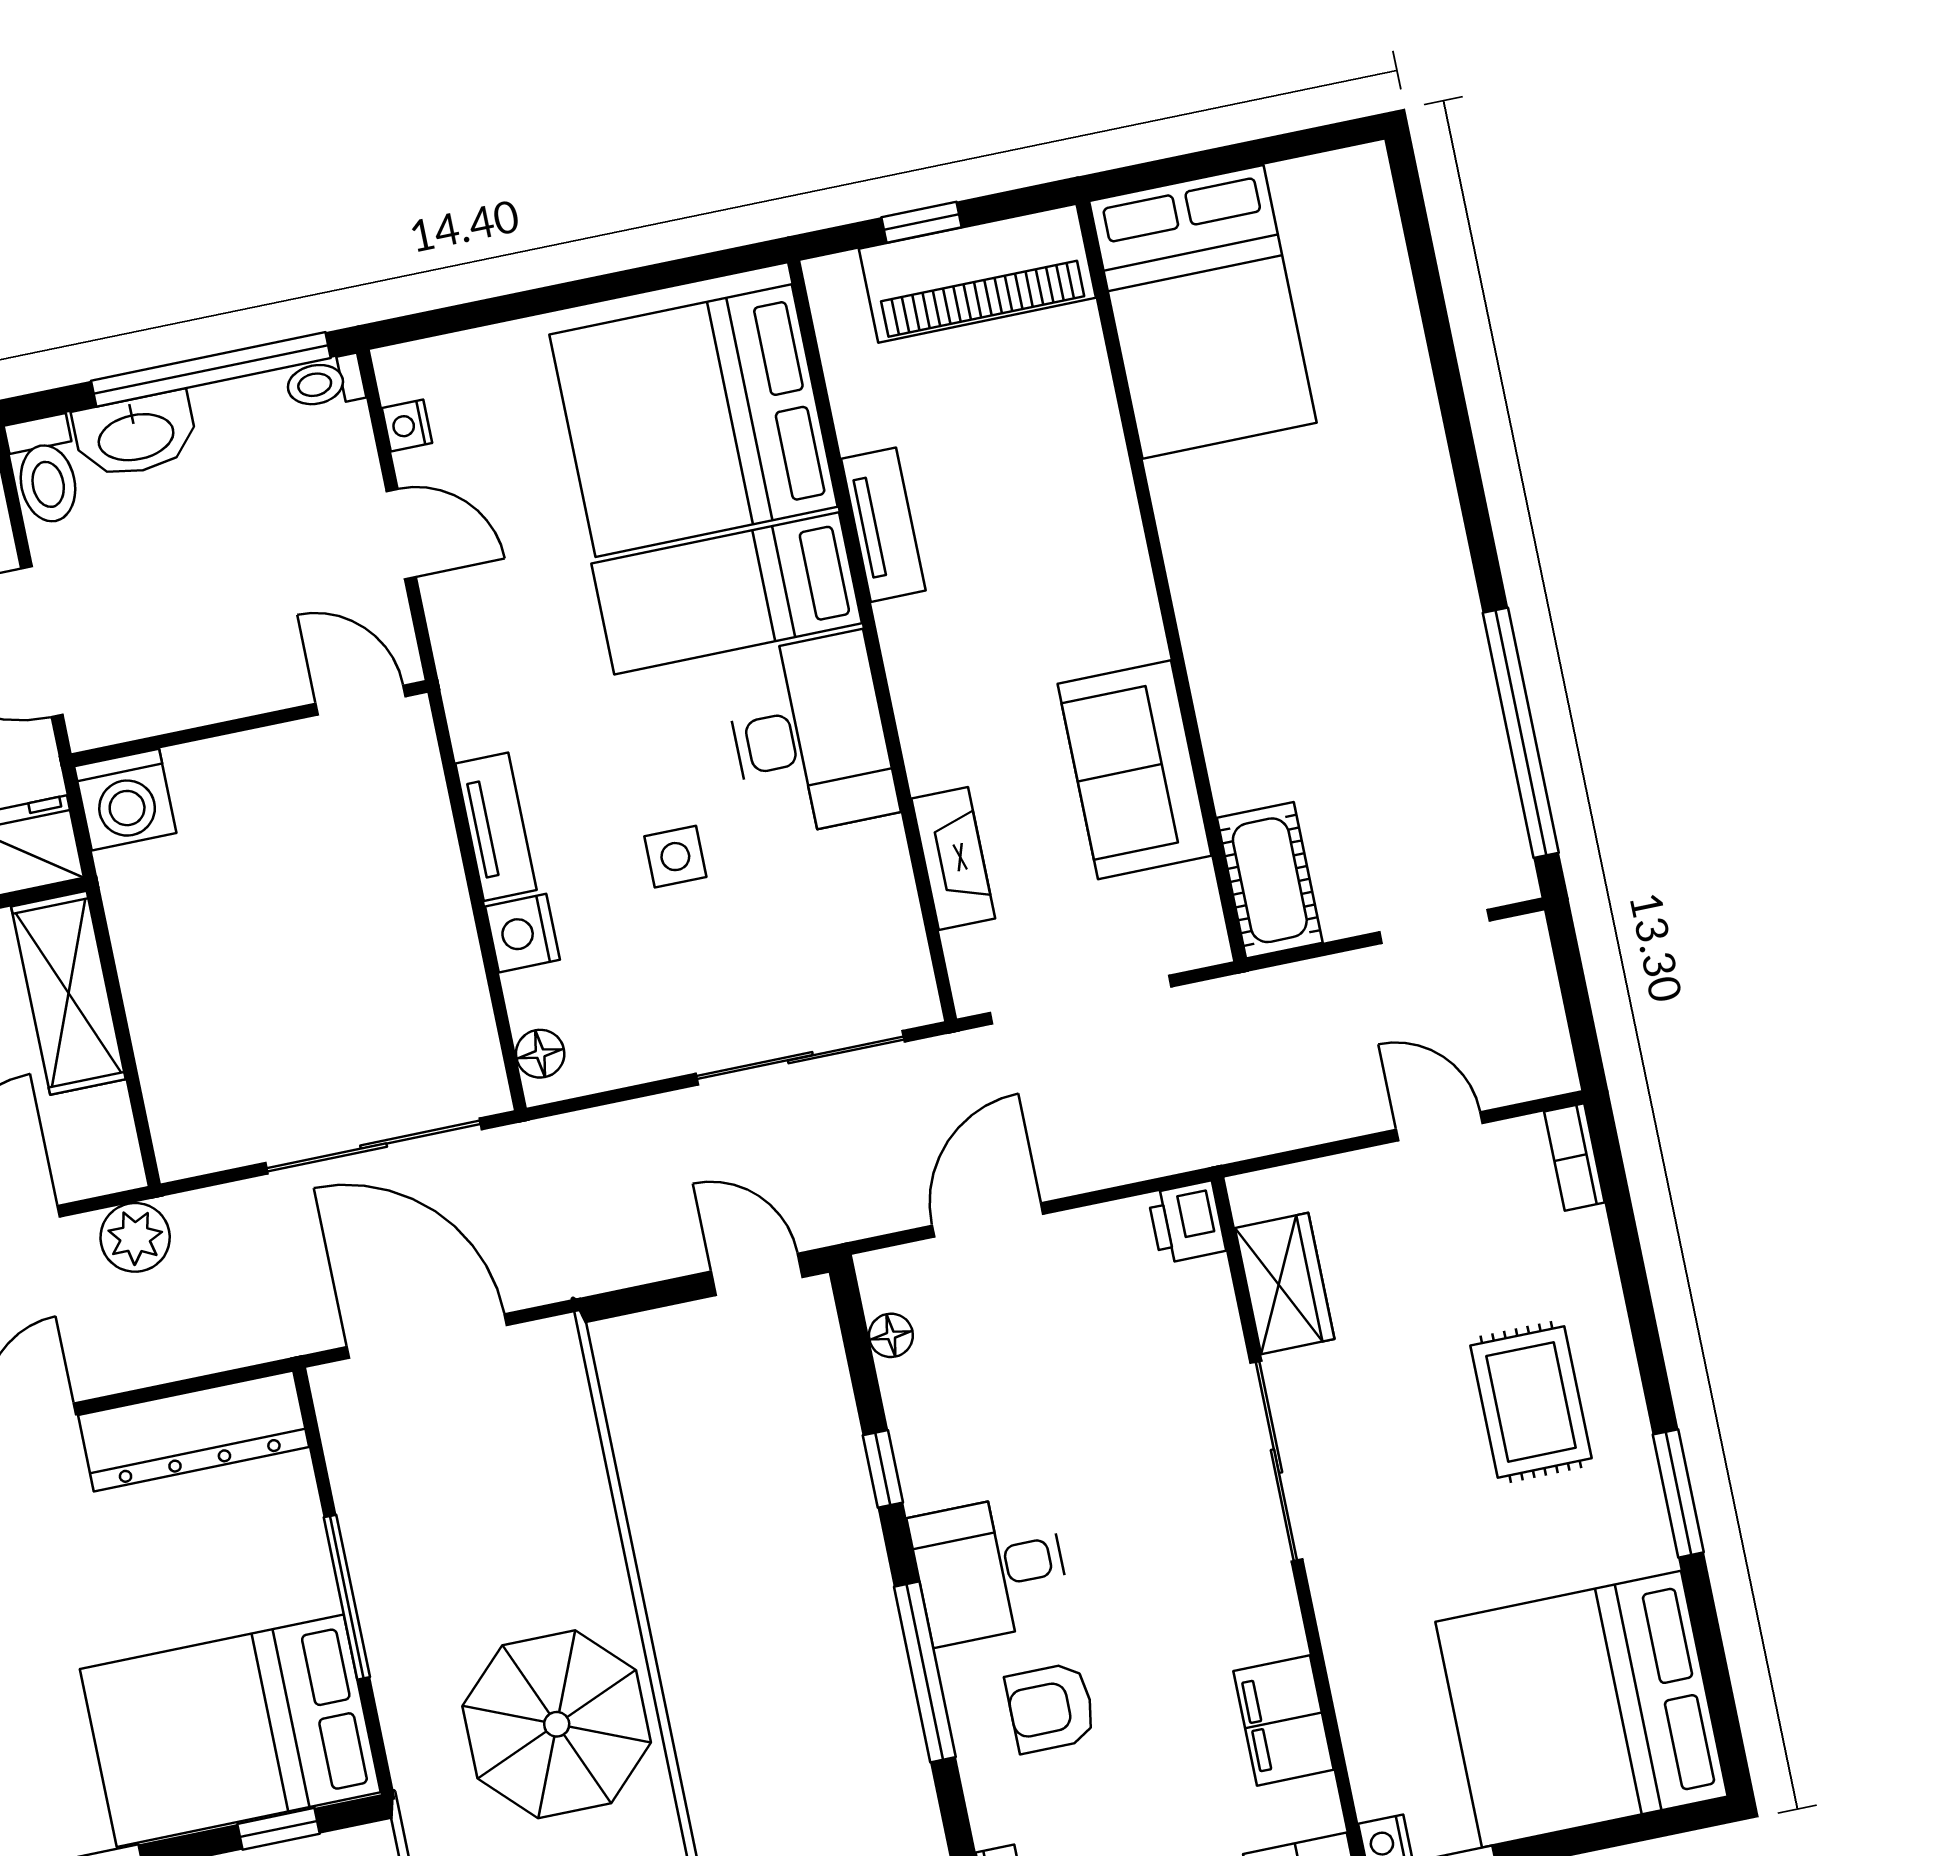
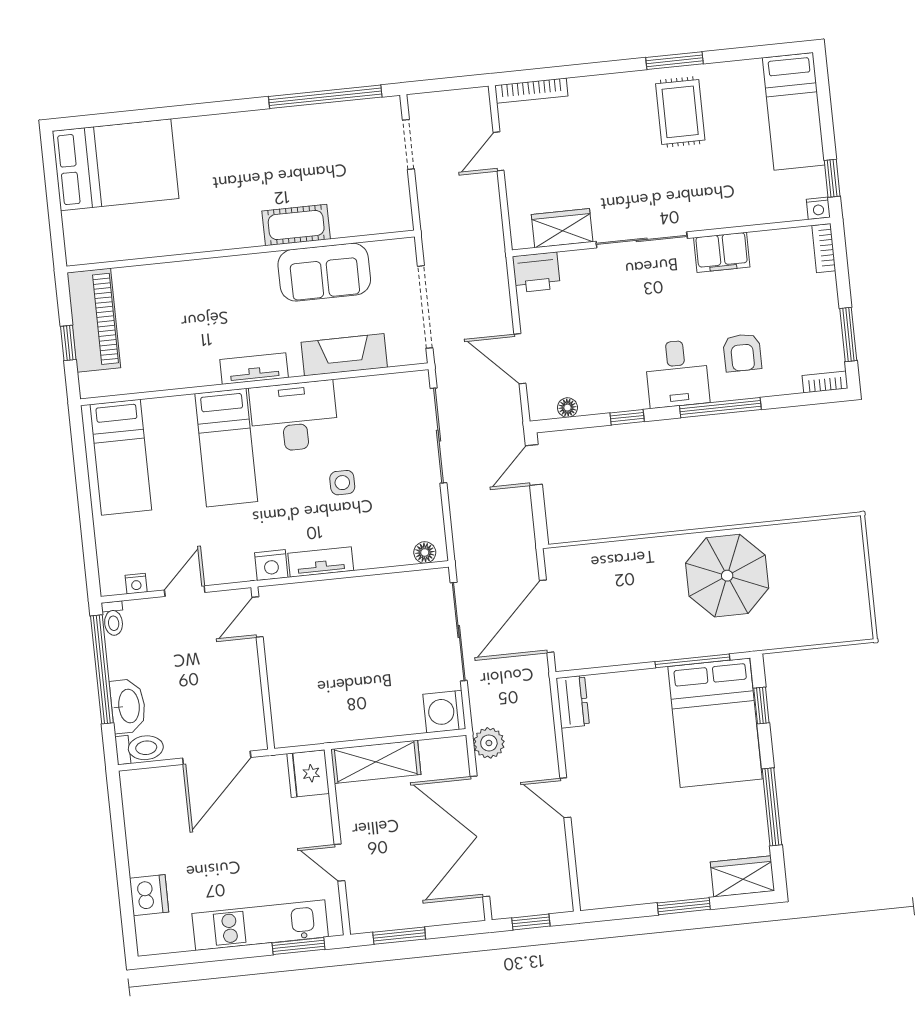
bed: (1203, 312) -> (116, 165), moved
bed: (694, 421) -> (121, 457), width x0.49
tv unit: (883, 525) -> (254, 369), moved
washing machine: (125, 800) -> (444, 712), moved, turned 180
fireplace: (953, 858) -> (344, 355), width x1.37, depth x1.32
cot: (1270, 880) -> (296, 225), moved
nightstand: (522, 933) -> (271, 565), moved
bookcase: (1574, 1157) -> (531, 91), width x1.56
printer: (1187, 1222) -> (536, 272), width x1.36, depth x1.24
rug: (1531, 1402) -> (680, 112), moved, turned 90
dresser: (194, 1431) -> (573, 702), width x0.51, depth x0.80
window: (347, 1597) -> (692, 661), moved
bed: (1581, 1709) -> (794, 111), width x0.49
filing cabinet: (1284, 1720) -> (722, 252), moved

